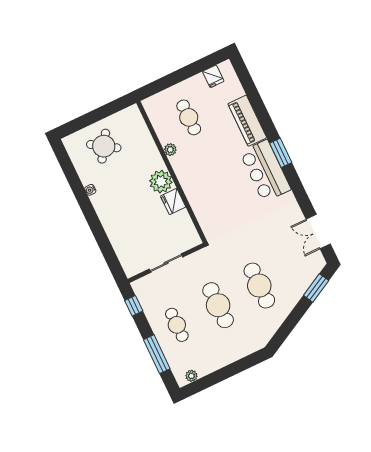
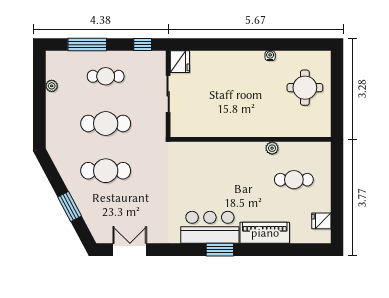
round table: (104, 146) -> (305, 88), turned -33
plant: (161, 182) -> (246, 125), removed
fridge: (173, 202) -> (180, 62), moved, turned 90
window: (316, 288) -> (70, 207), moved
plant: (191, 376) -> (52, 86), moved

